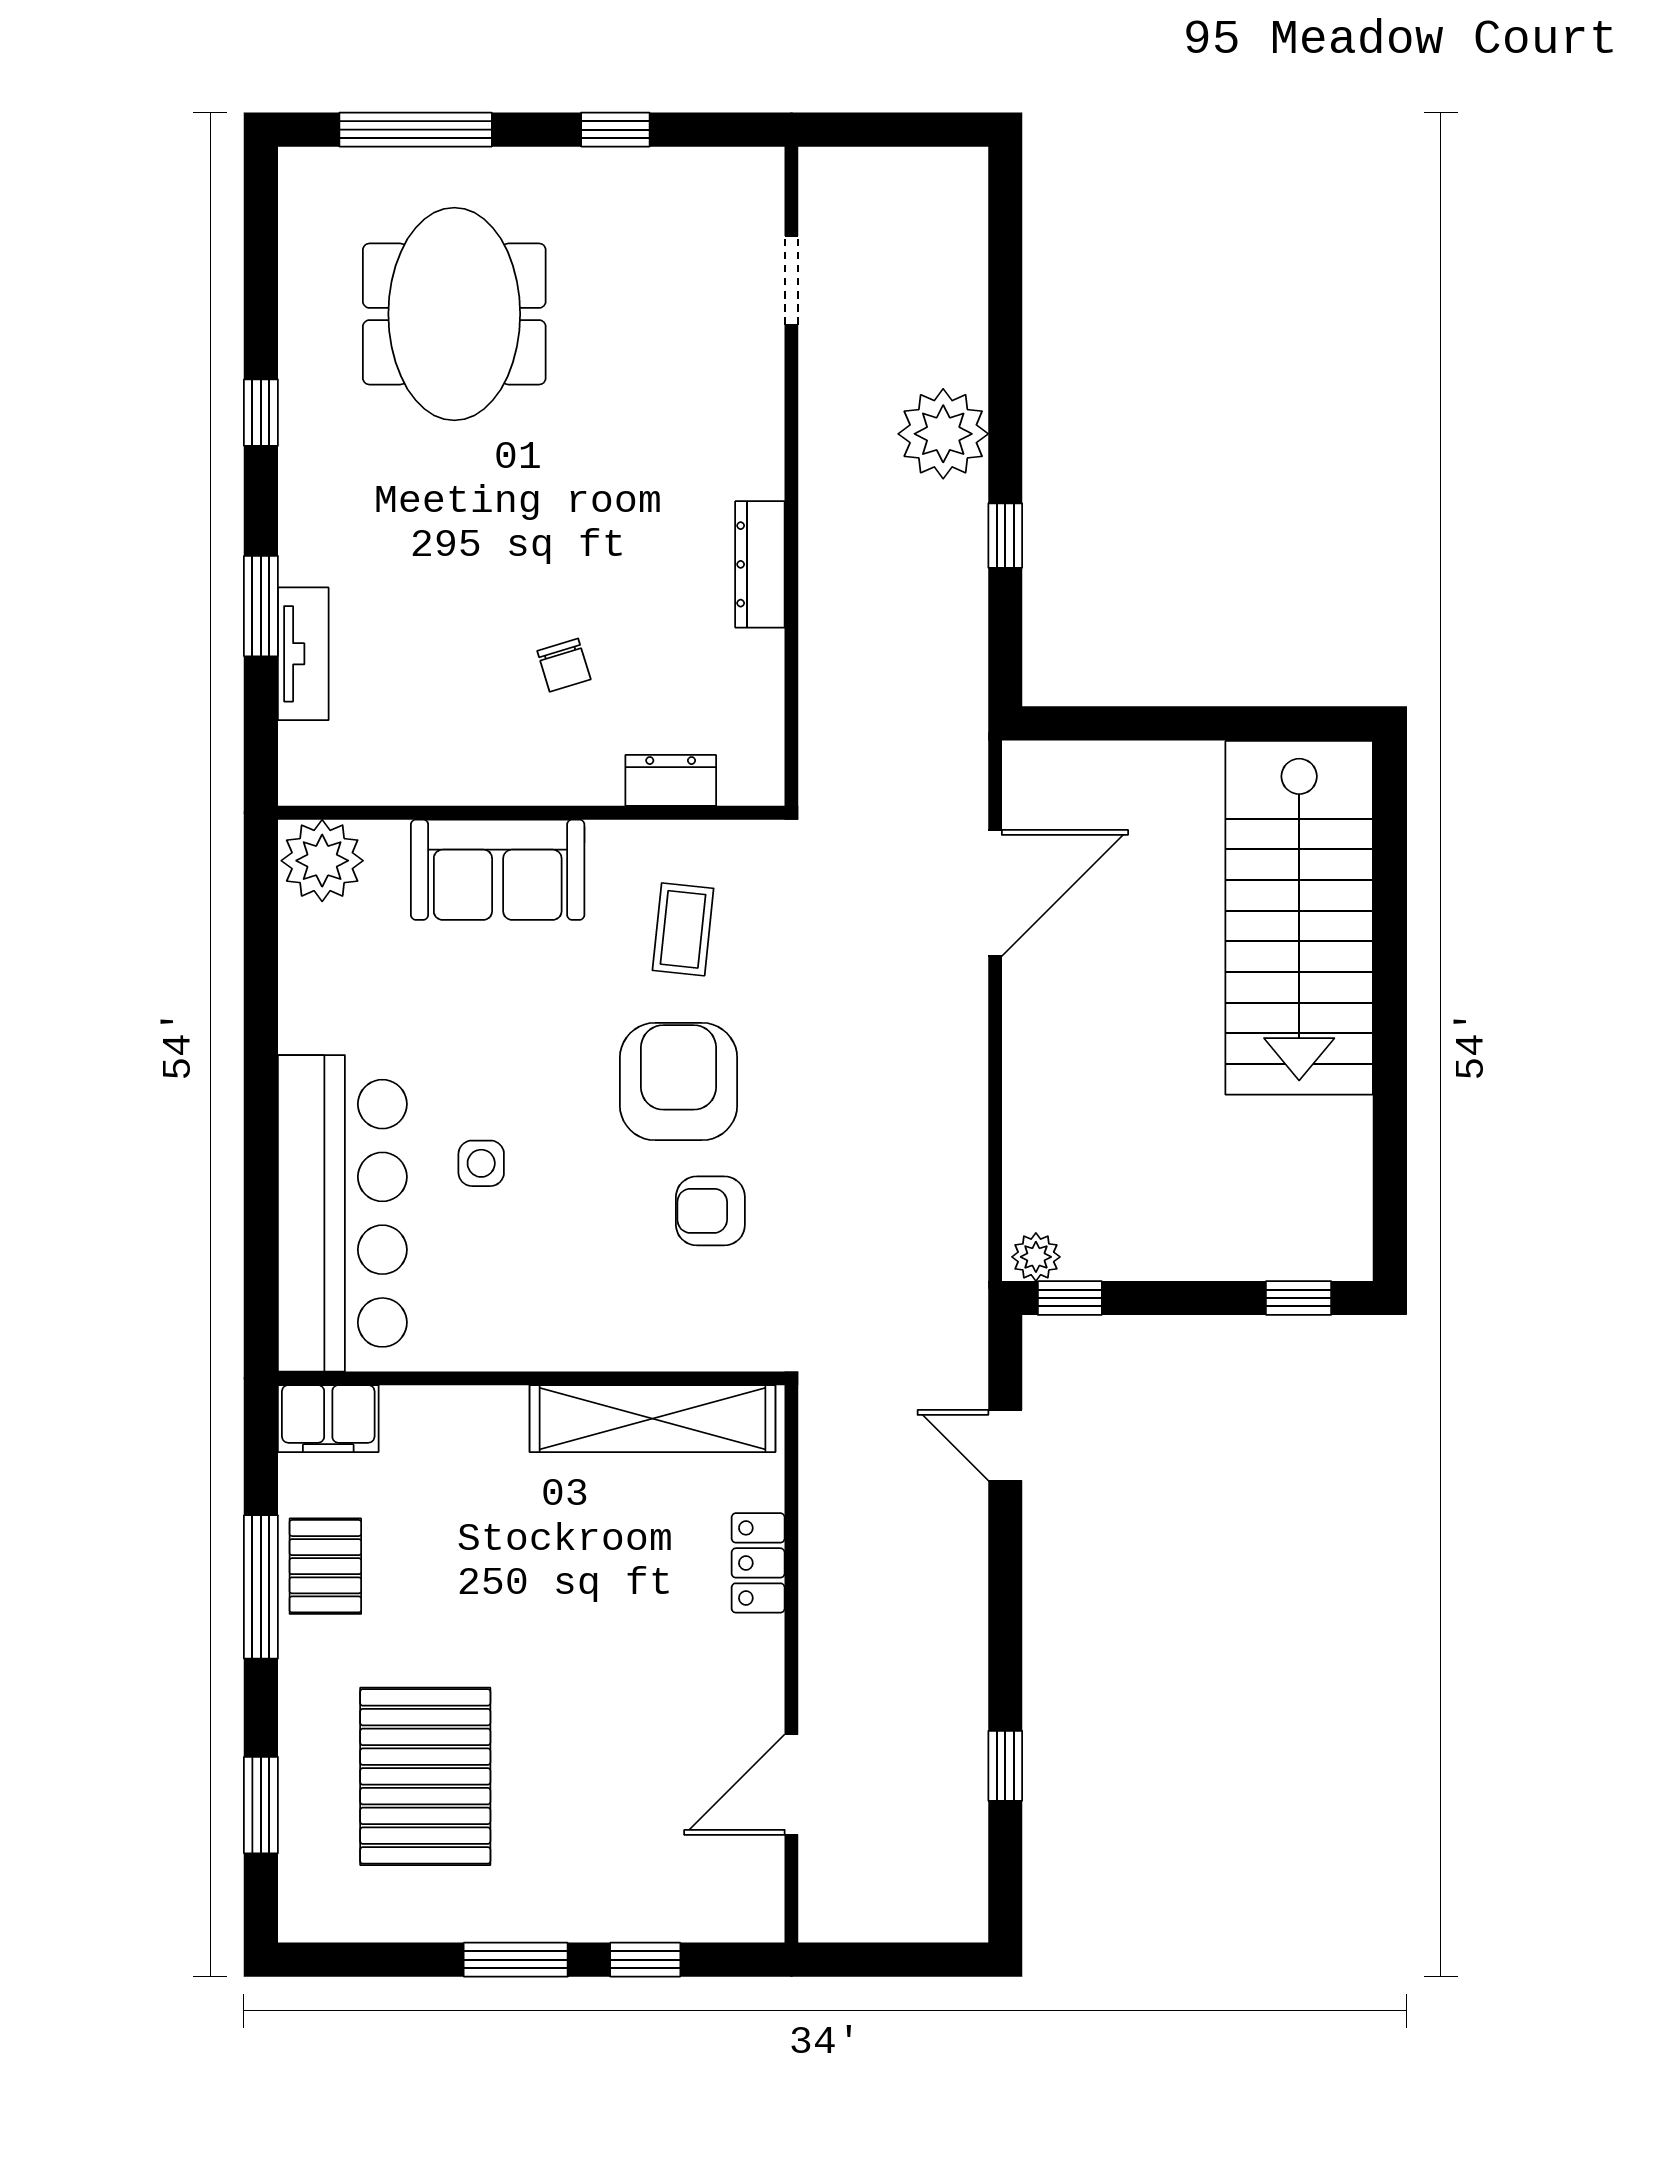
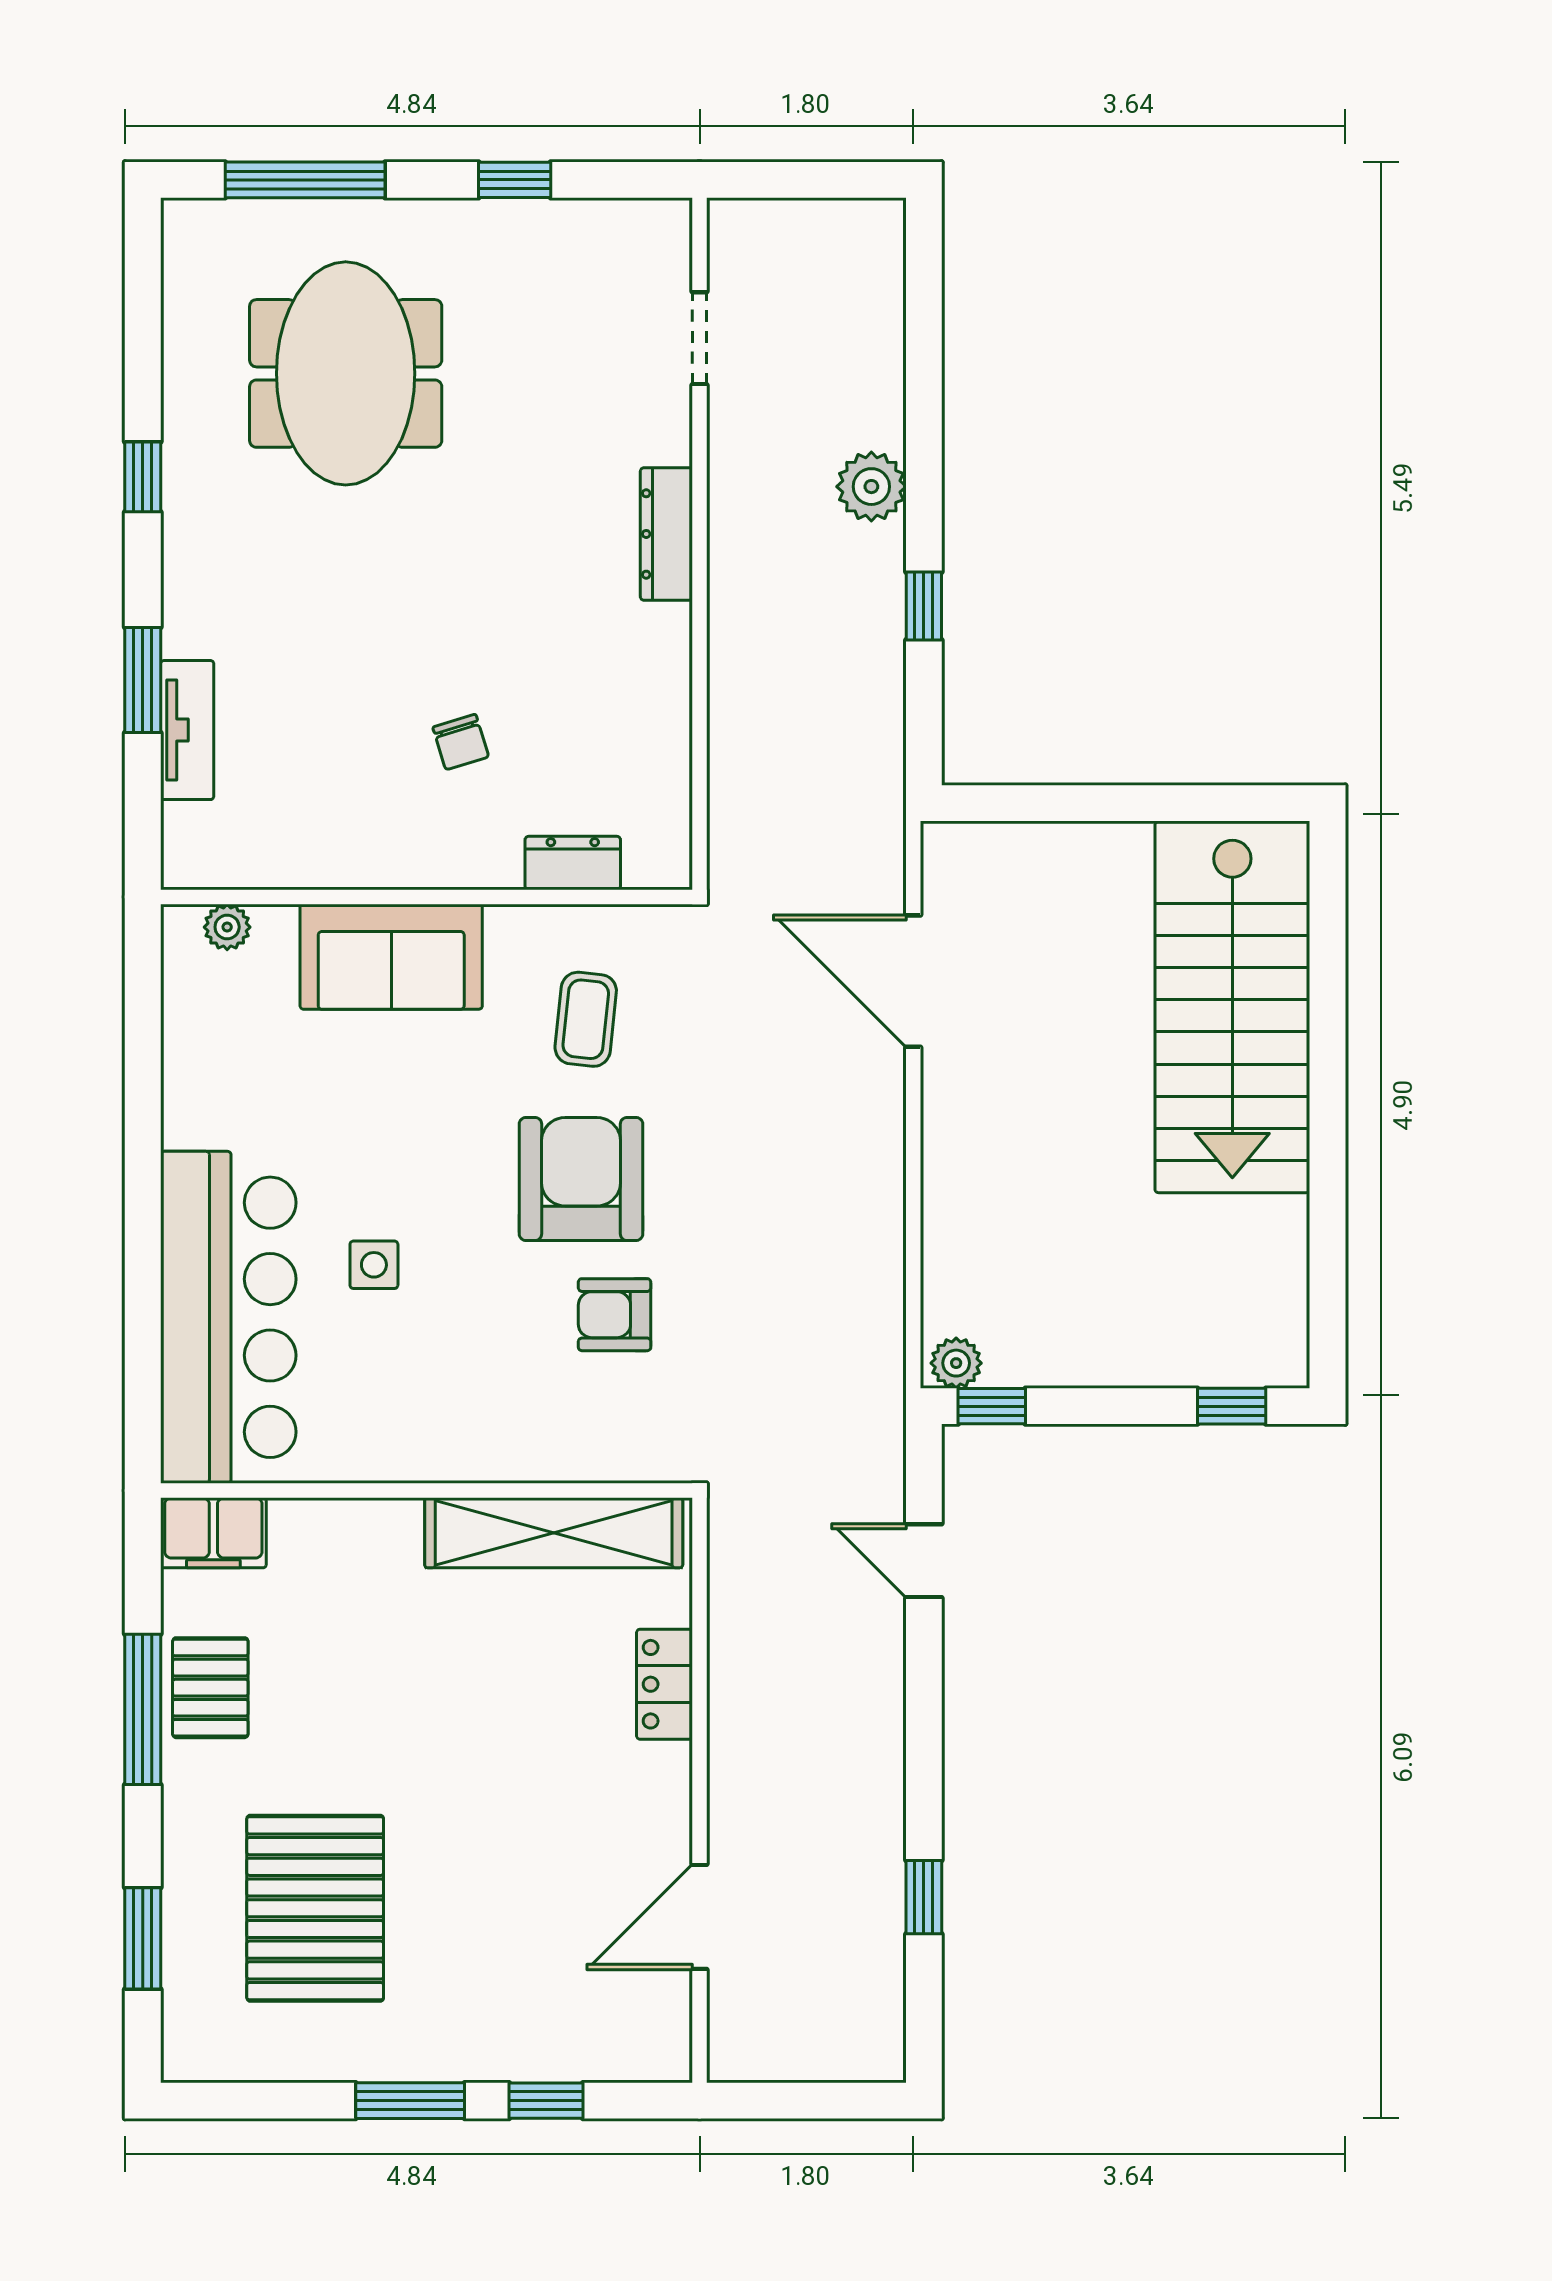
plant: (943, 434) -> (871, 487), width x0.73, depth x0.73
dresser: (760, 564) -> (666, 534), moved
plant: (322, 861) -> (227, 927), width x0.53, depth x0.53
door: (995, 893) -> (913, 981), swing flipped

